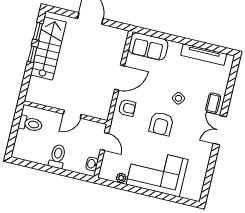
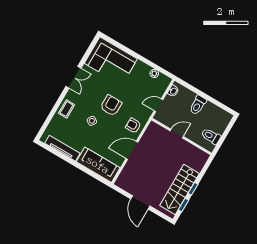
sofa: (148, 46) -> (98, 165), width x1.36
double door: (220, 130) -> (73, 77), moved
door: (104, 141) -> (158, 105), hinge flipped
corner sofa: (157, 172) -> (111, 61), moved

